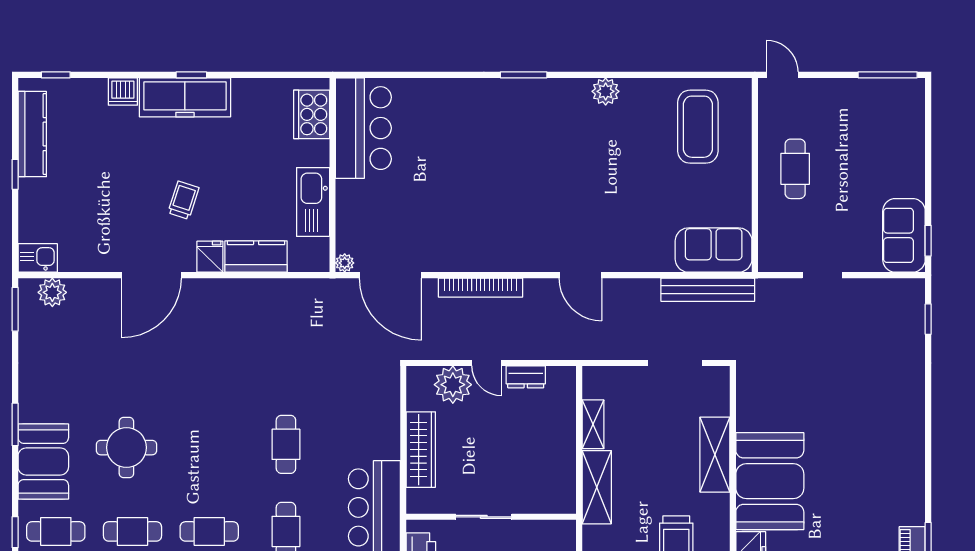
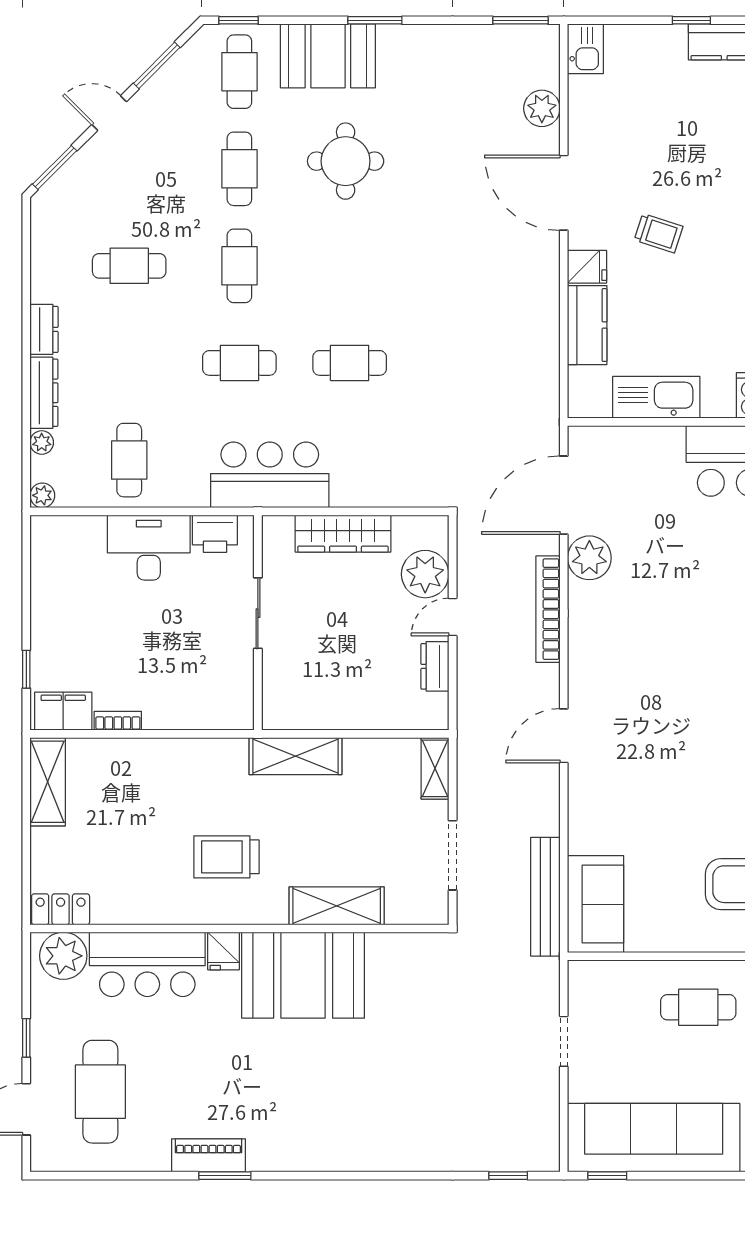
sofa: (904, 235) -> (654, 1138), width x1.85, depth x1.27
plant: (345, 263) -> (589, 558), moved, width x1.88, depth x1.88
plant: (52, 292) -> (542, 108), moved
shelving: (593, 424) -> (435, 768), moved, turned 90

